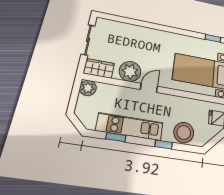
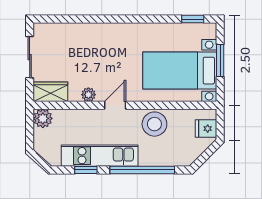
plant: (130, 71) -> (88, 95), width x0.53, depth x0.53
stool: (184, 133) -> (154, 124), moved
window: (164, 144) -> (142, 170), width x3.17

